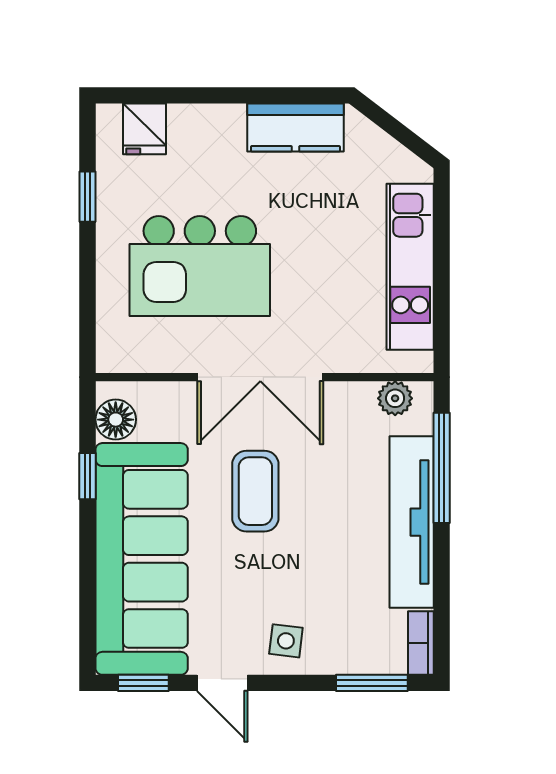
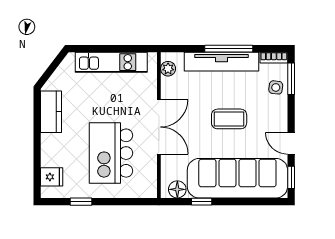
kitchen island: (200, 266) -> (111, 153), turned 180
window: (442, 468) -> (229, 49), moved
coffee table: (255, 491) -> (229, 119), moved
side table: (286, 641) -> (276, 87), moved
door: (222, 683) -> (291, 143), swing flipped

